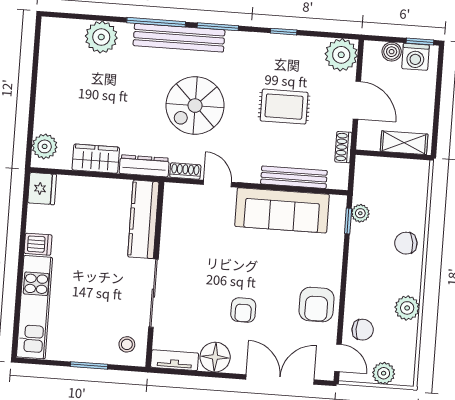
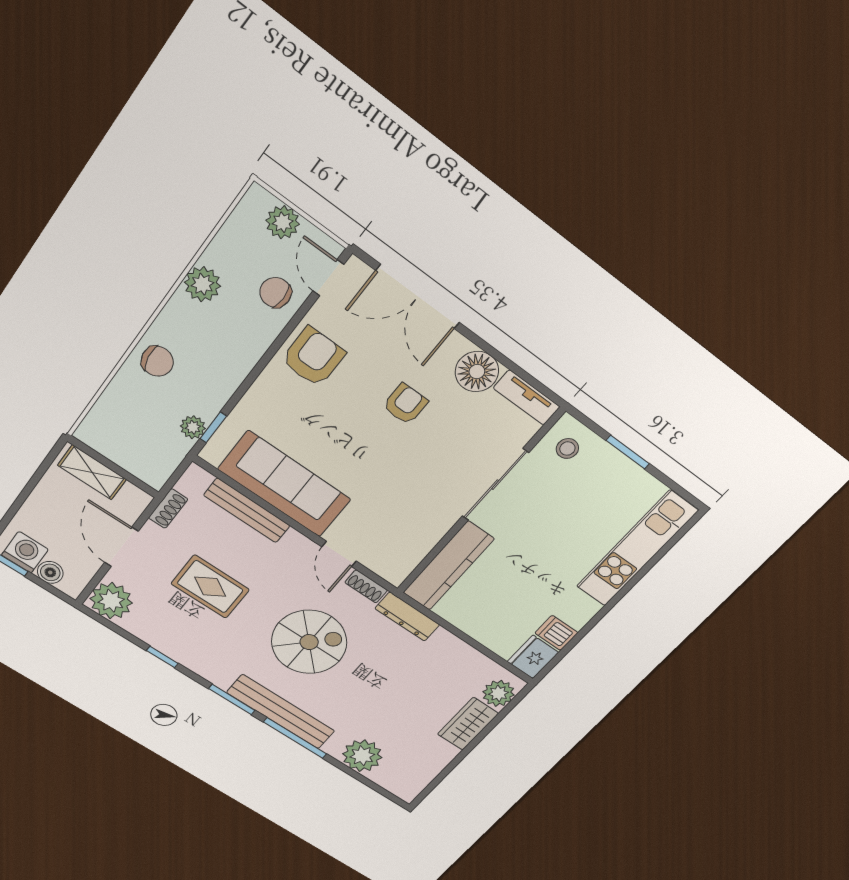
wardrobe: (96, 159) -> (468, 724), moved, turned 90
dishwasher: (38, 244) -> (556, 633), moved

